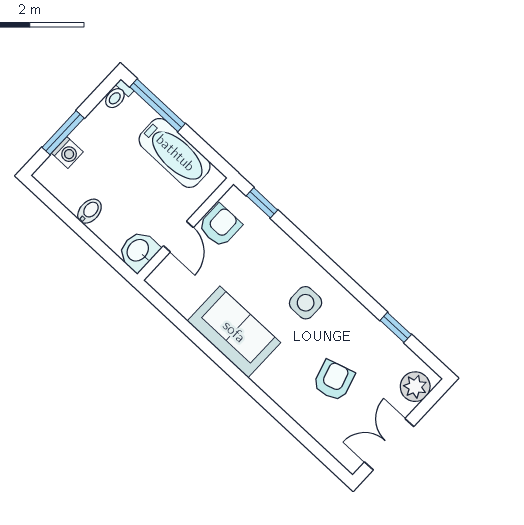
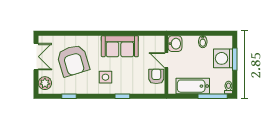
washing machine: (67, 153) -> (223, 58), width x1.89, depth x1.89
window: (262, 203) -> (122, 96), moved
armchair: (220, 226) -> (156, 76), turned 180
armchair: (334, 380) -> (73, 61), width x1.88, depth x1.88

